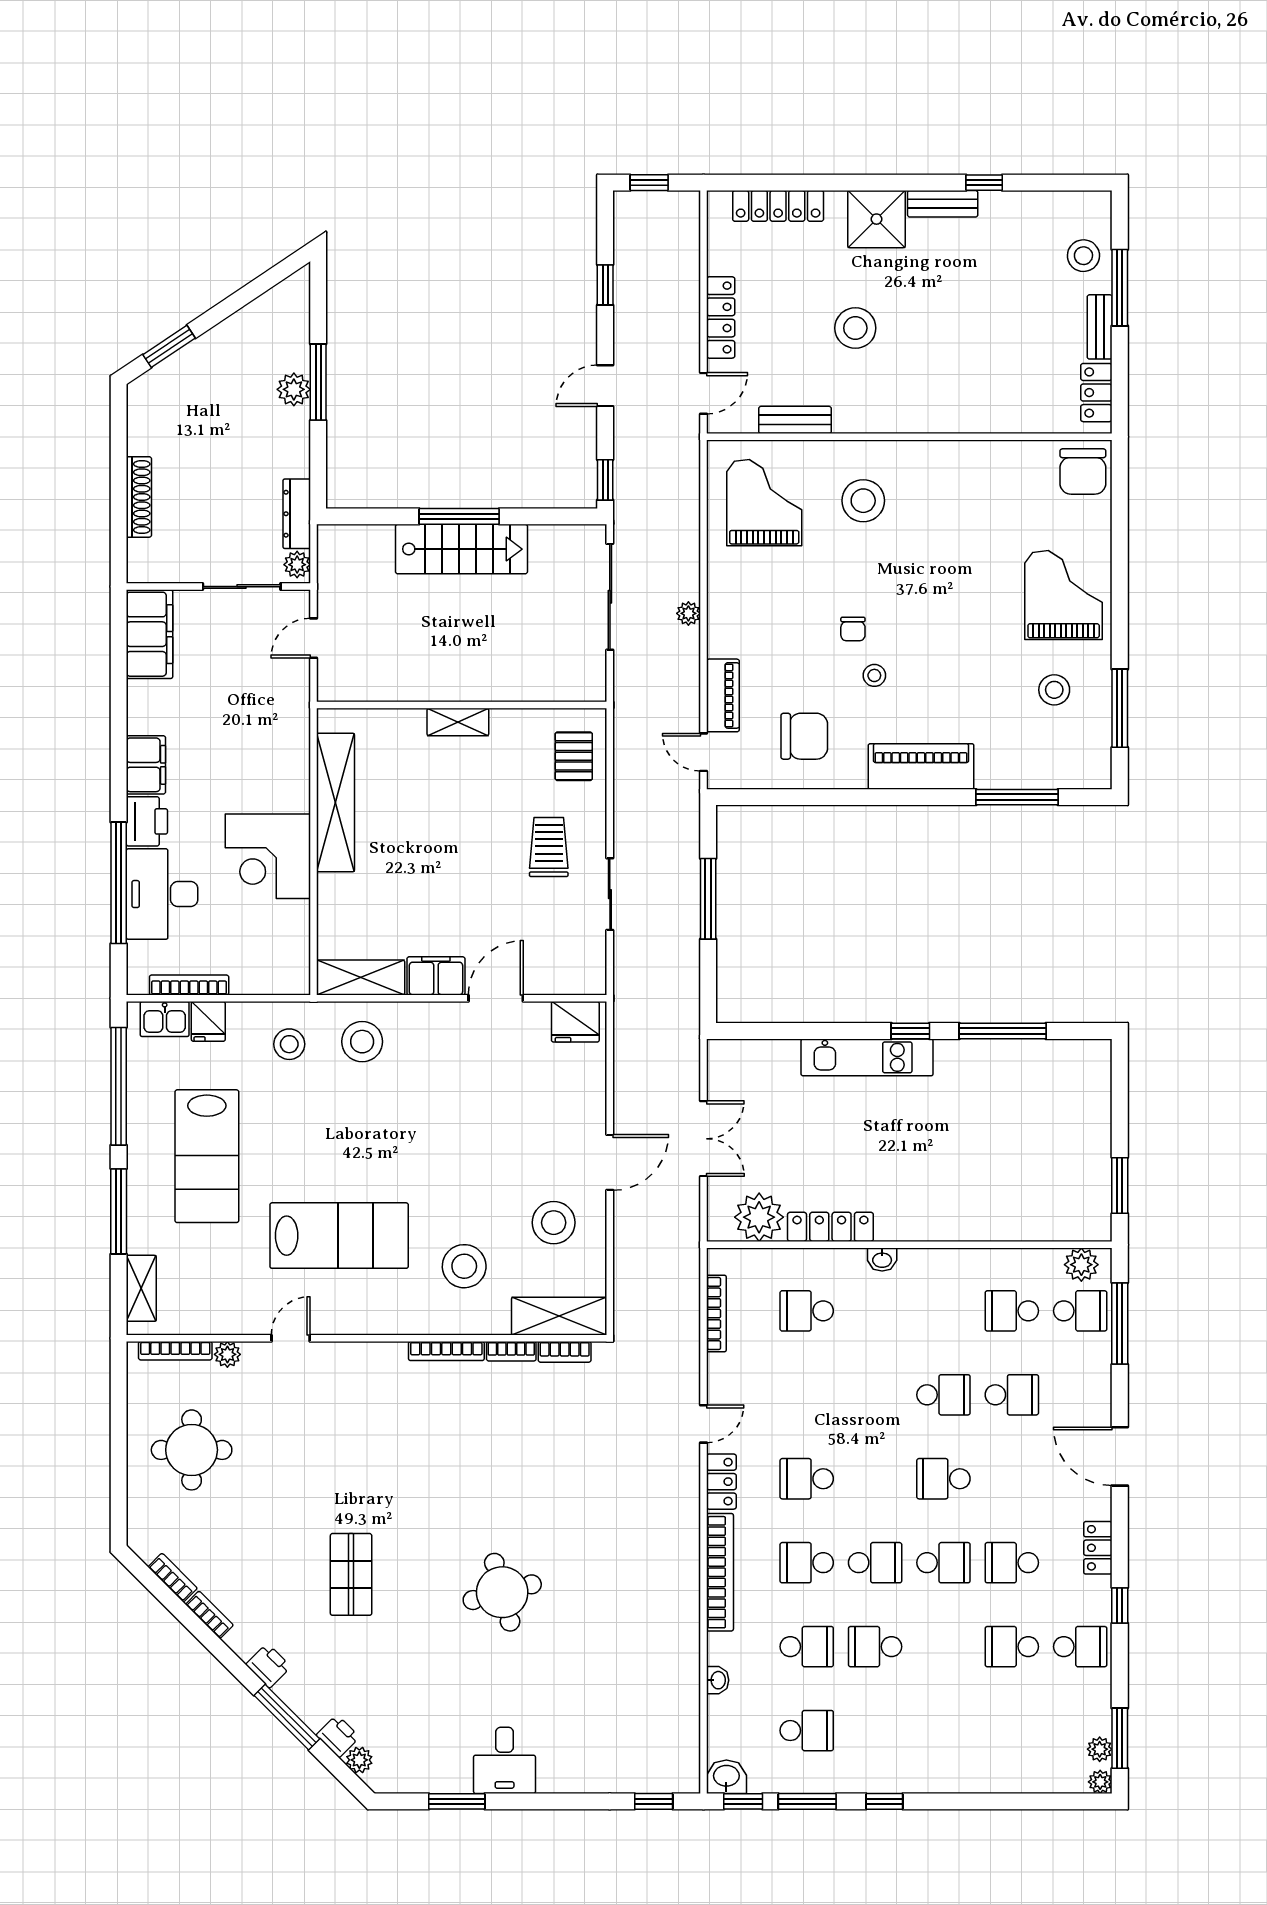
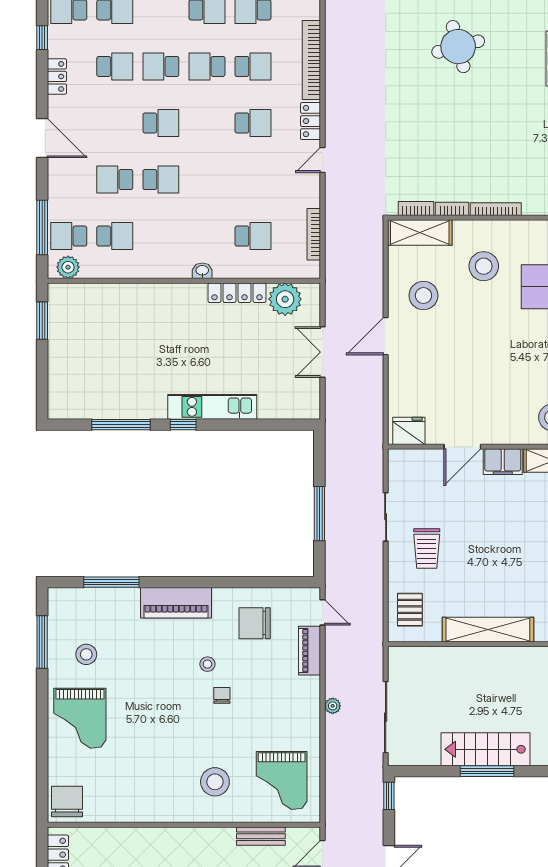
shelving: (458, 722) -> (488, 630), width x2.20, depth x1.33
school desk: (943, 1395) -> (161, 180), turned 180

